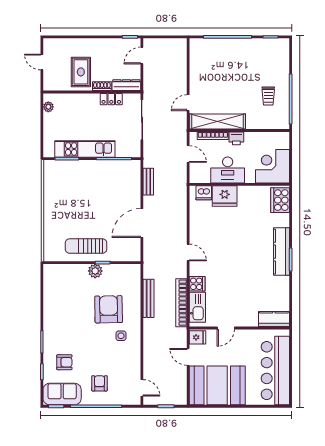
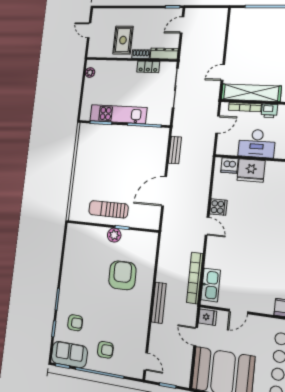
door: (188, 154) -> (217, 124), hinge flipped
cooker: (197, 284) -> (218, 207), moved
bench: (149, 298) -> (159, 303), moved
side table: (121, 336) -> (131, 304), removed
armchair: (100, 383) -> (105, 350), turned 90

